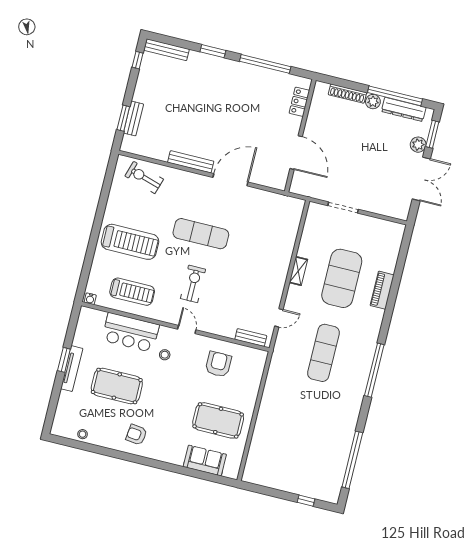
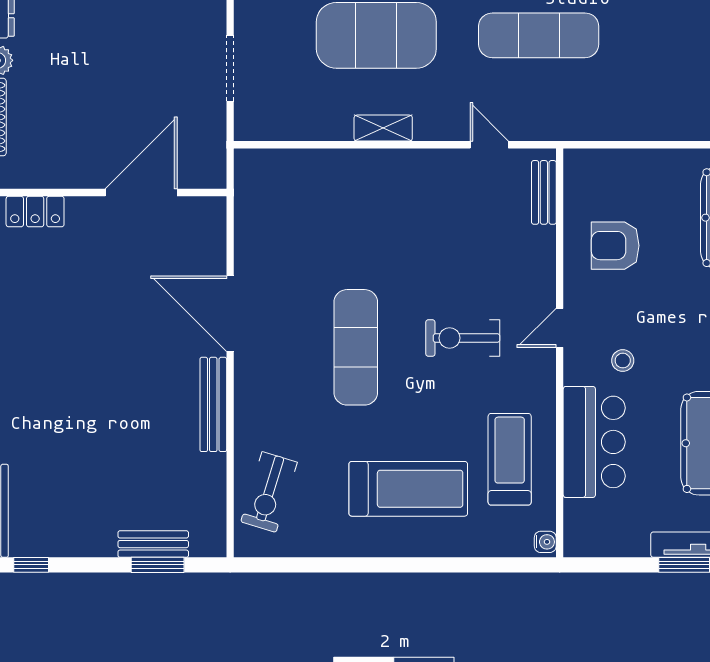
treadmill: (130, 242) -> (408, 489), turned 90

